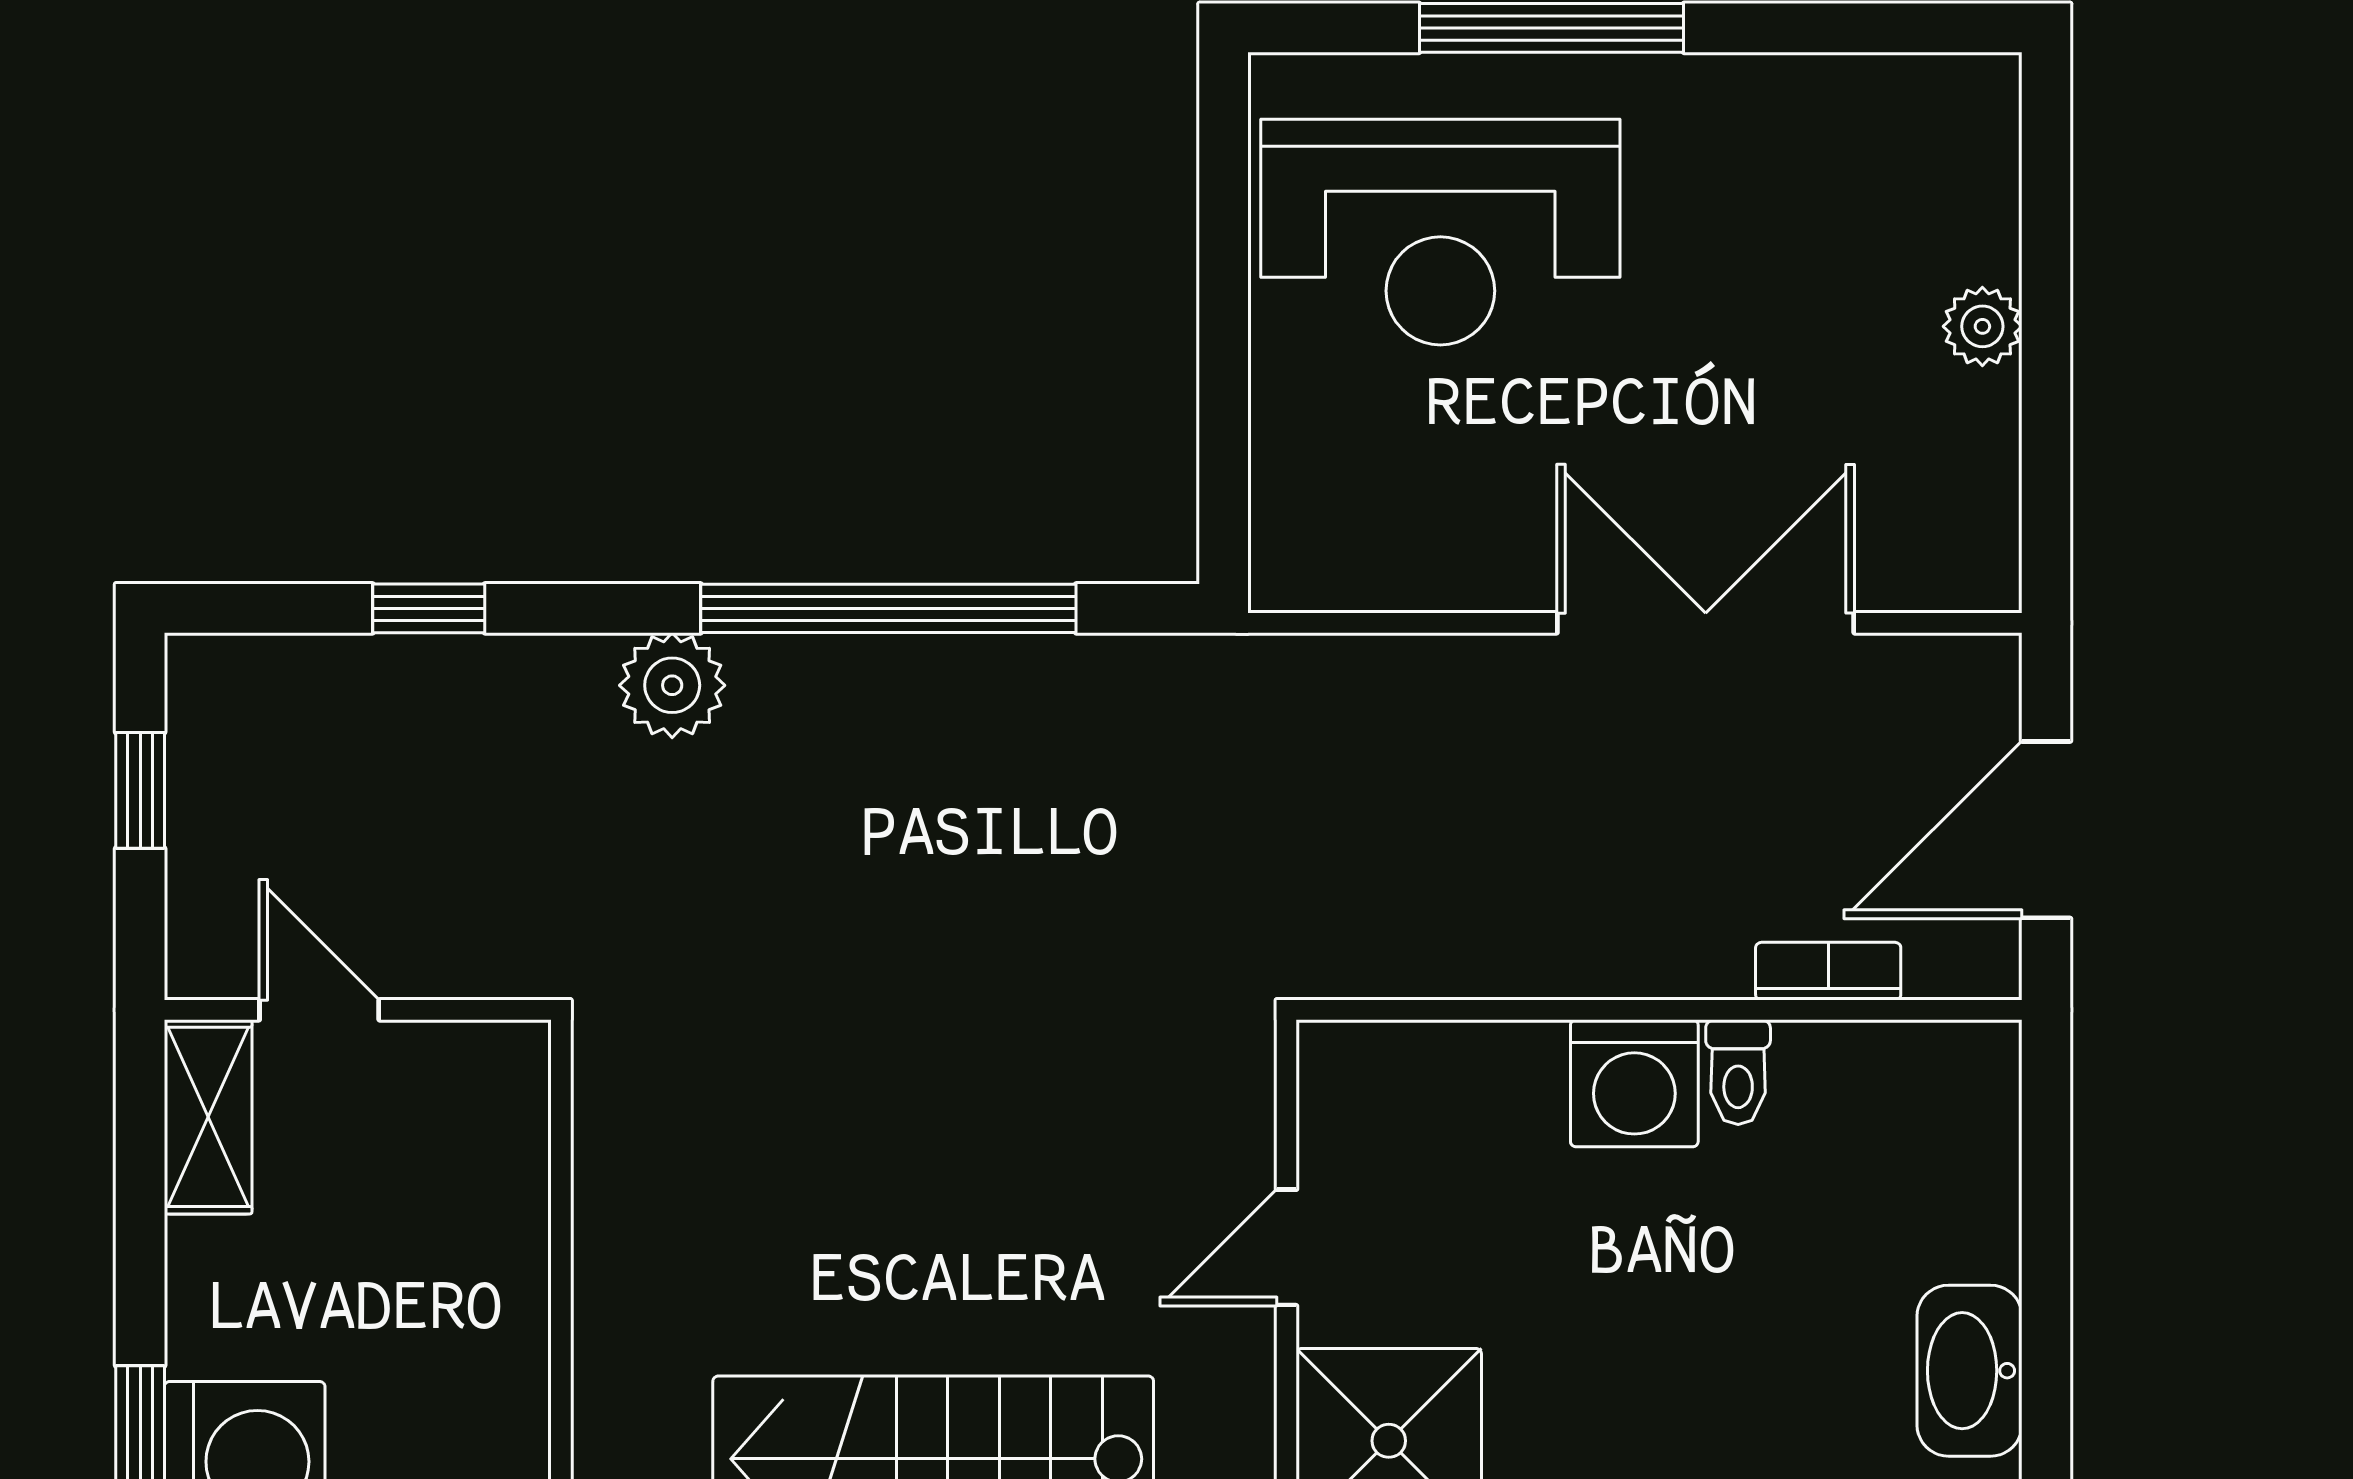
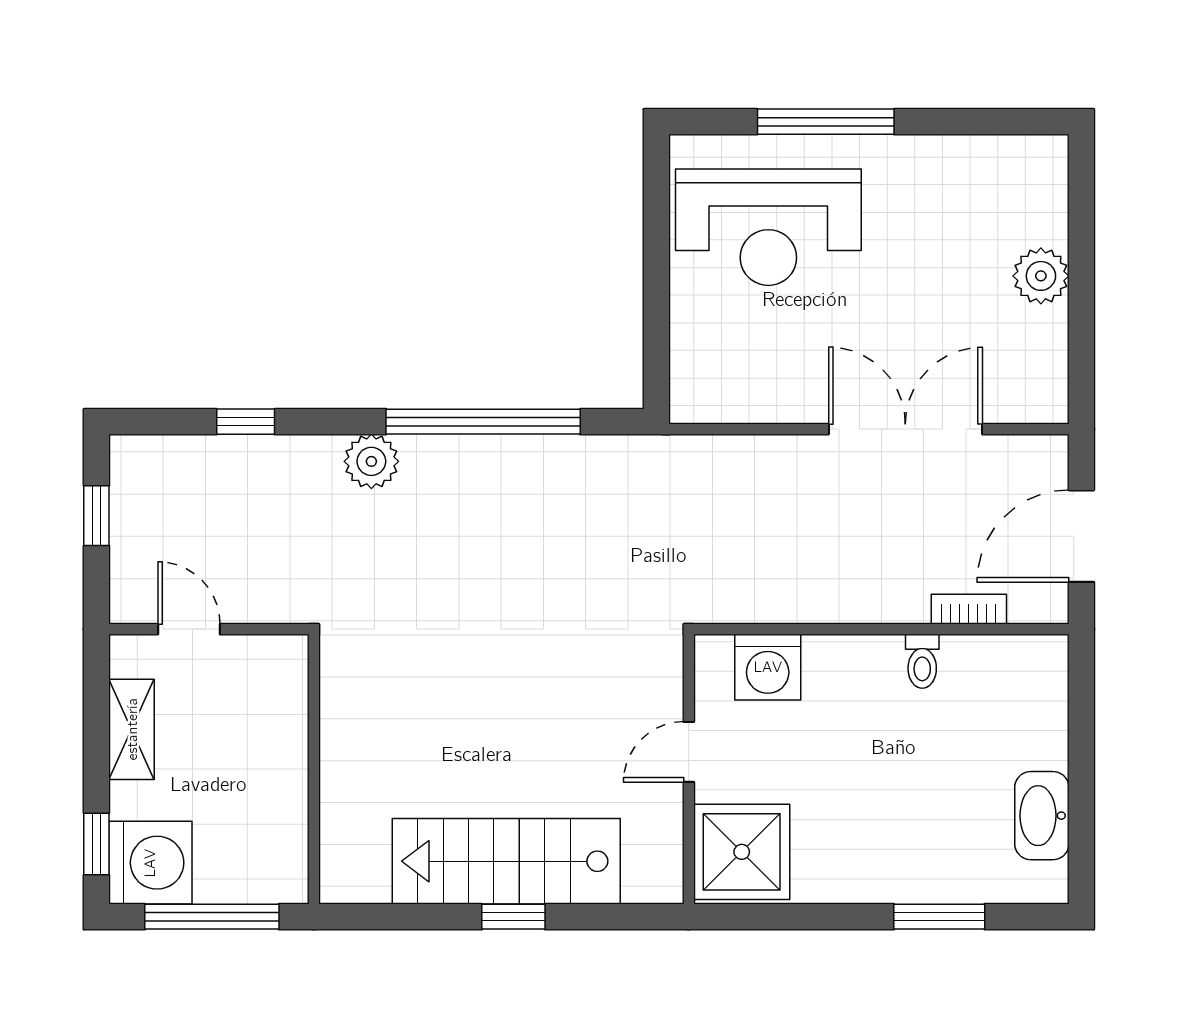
plant: (1982, 326) -> (1041, 276), width x1.38, depth x1.38
washing machine: (1634, 1083) -> (768, 667), moved
shelving: (208, 1117) -> (132, 729), moved

